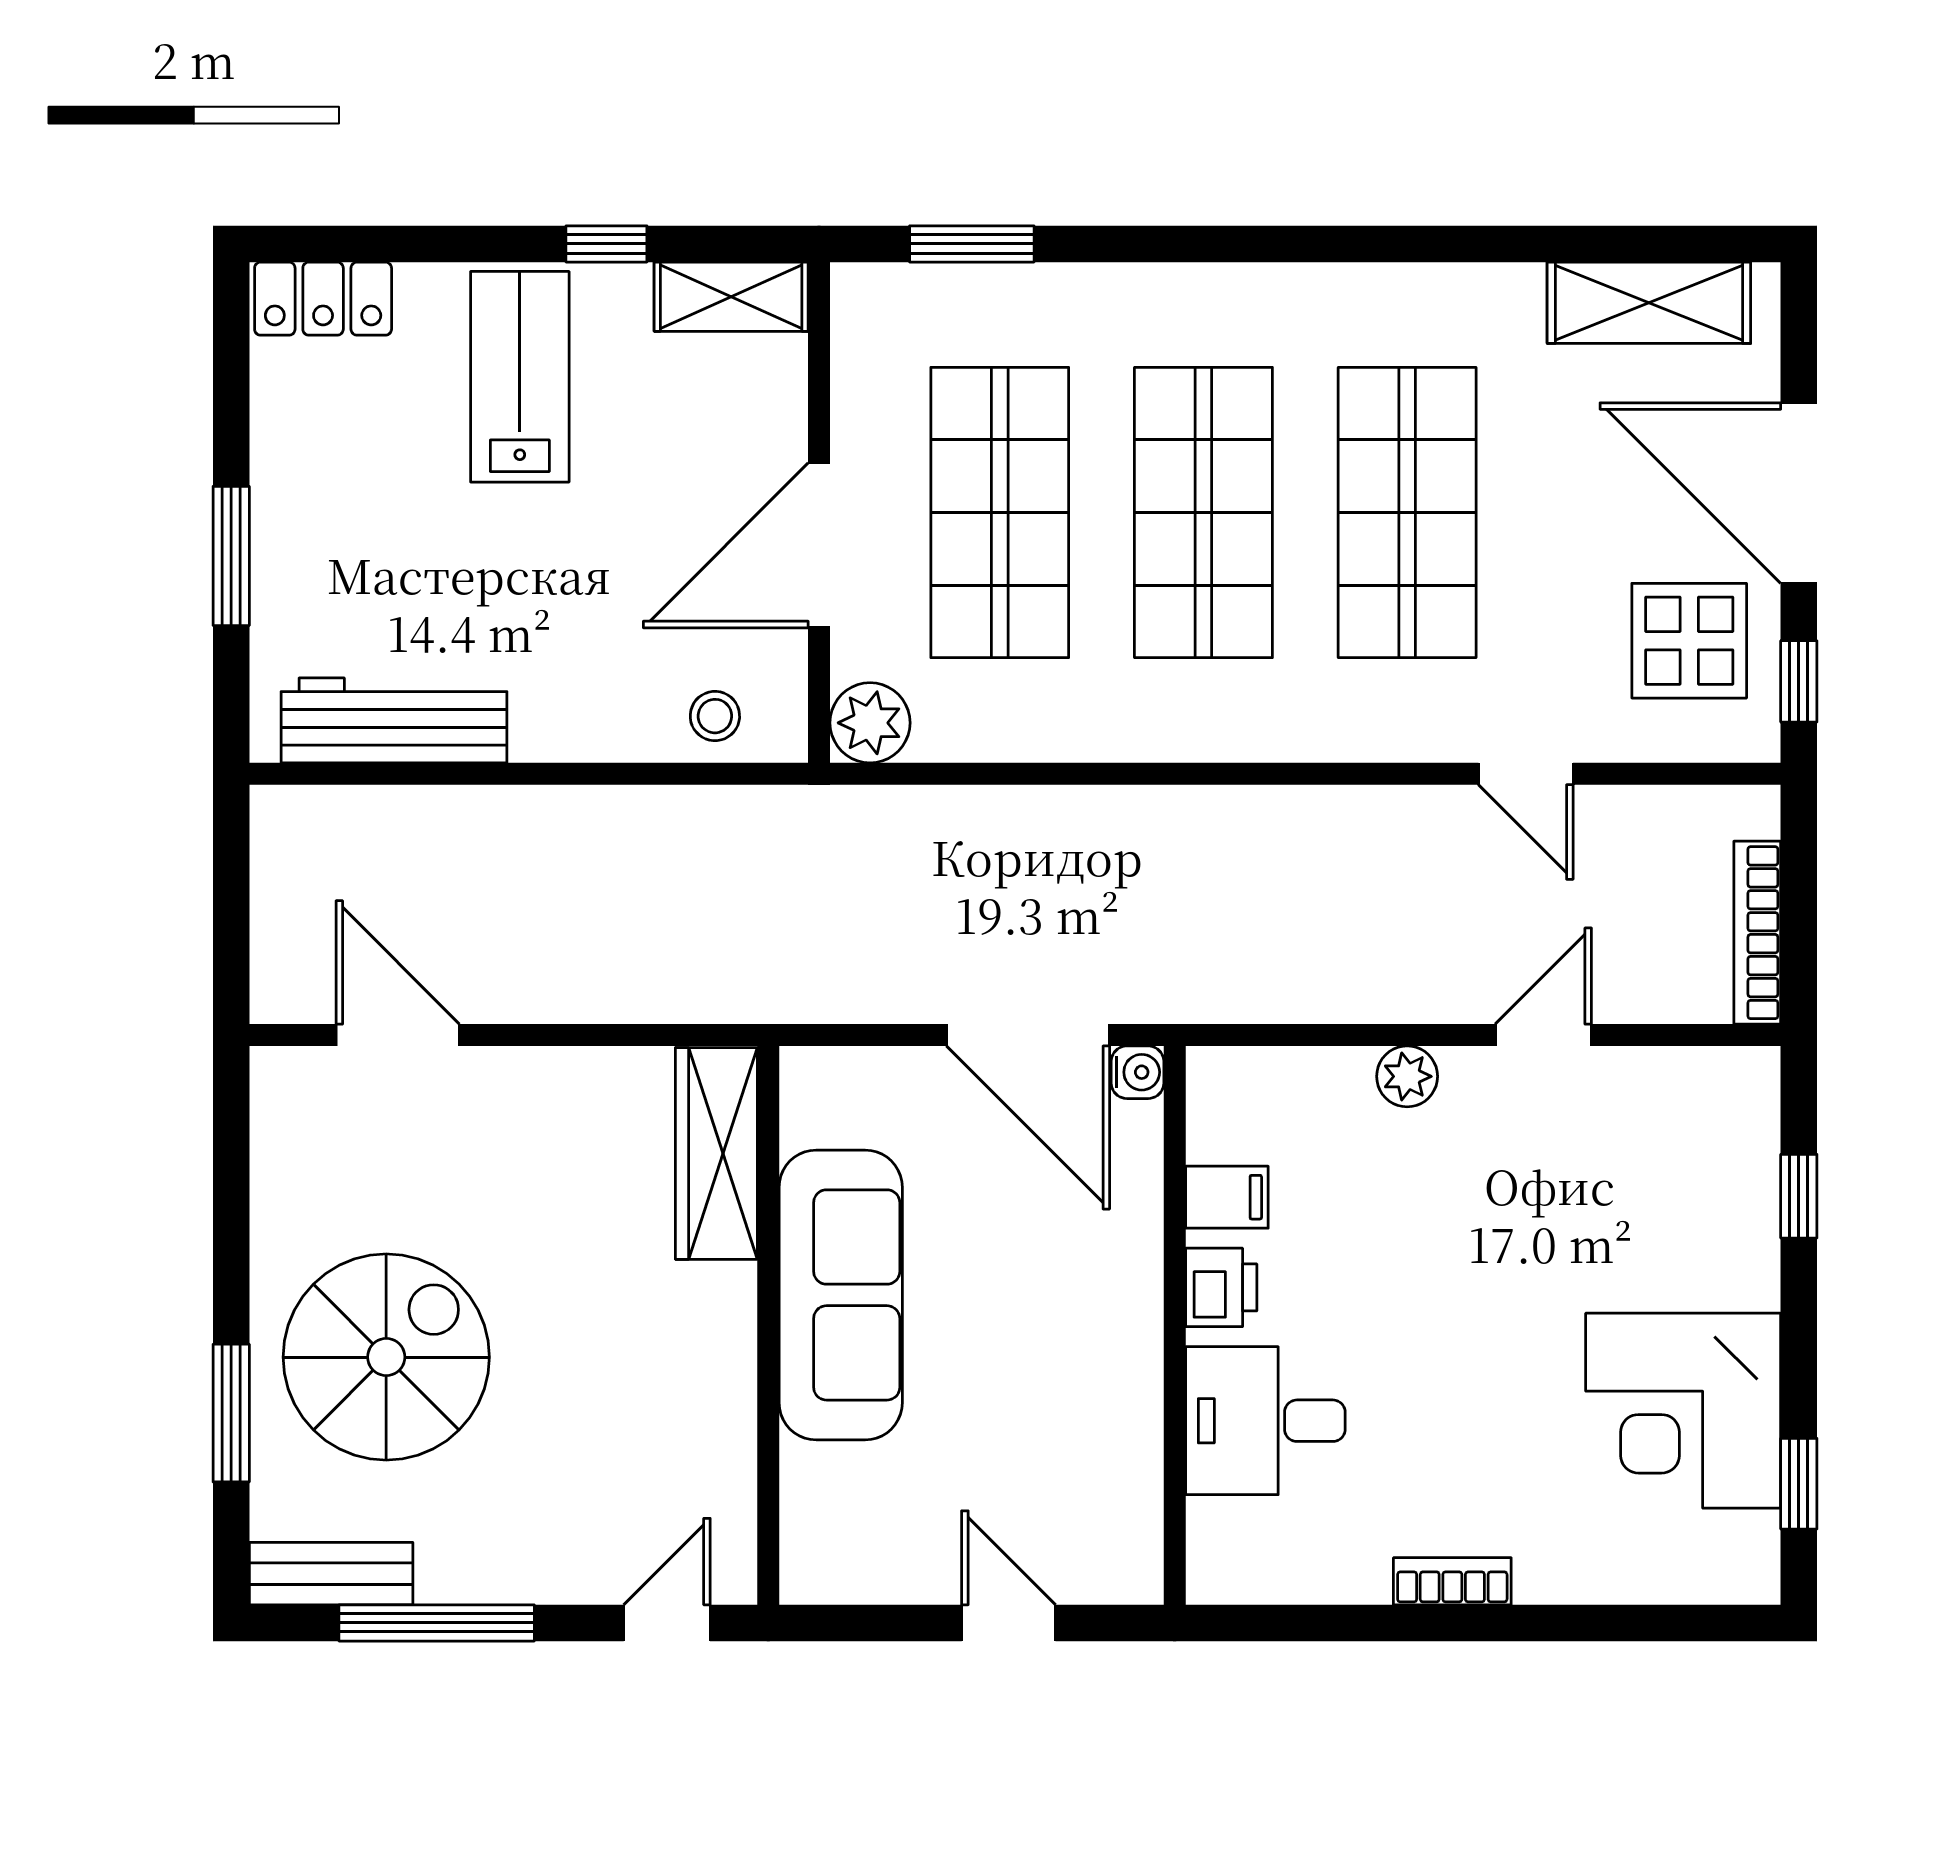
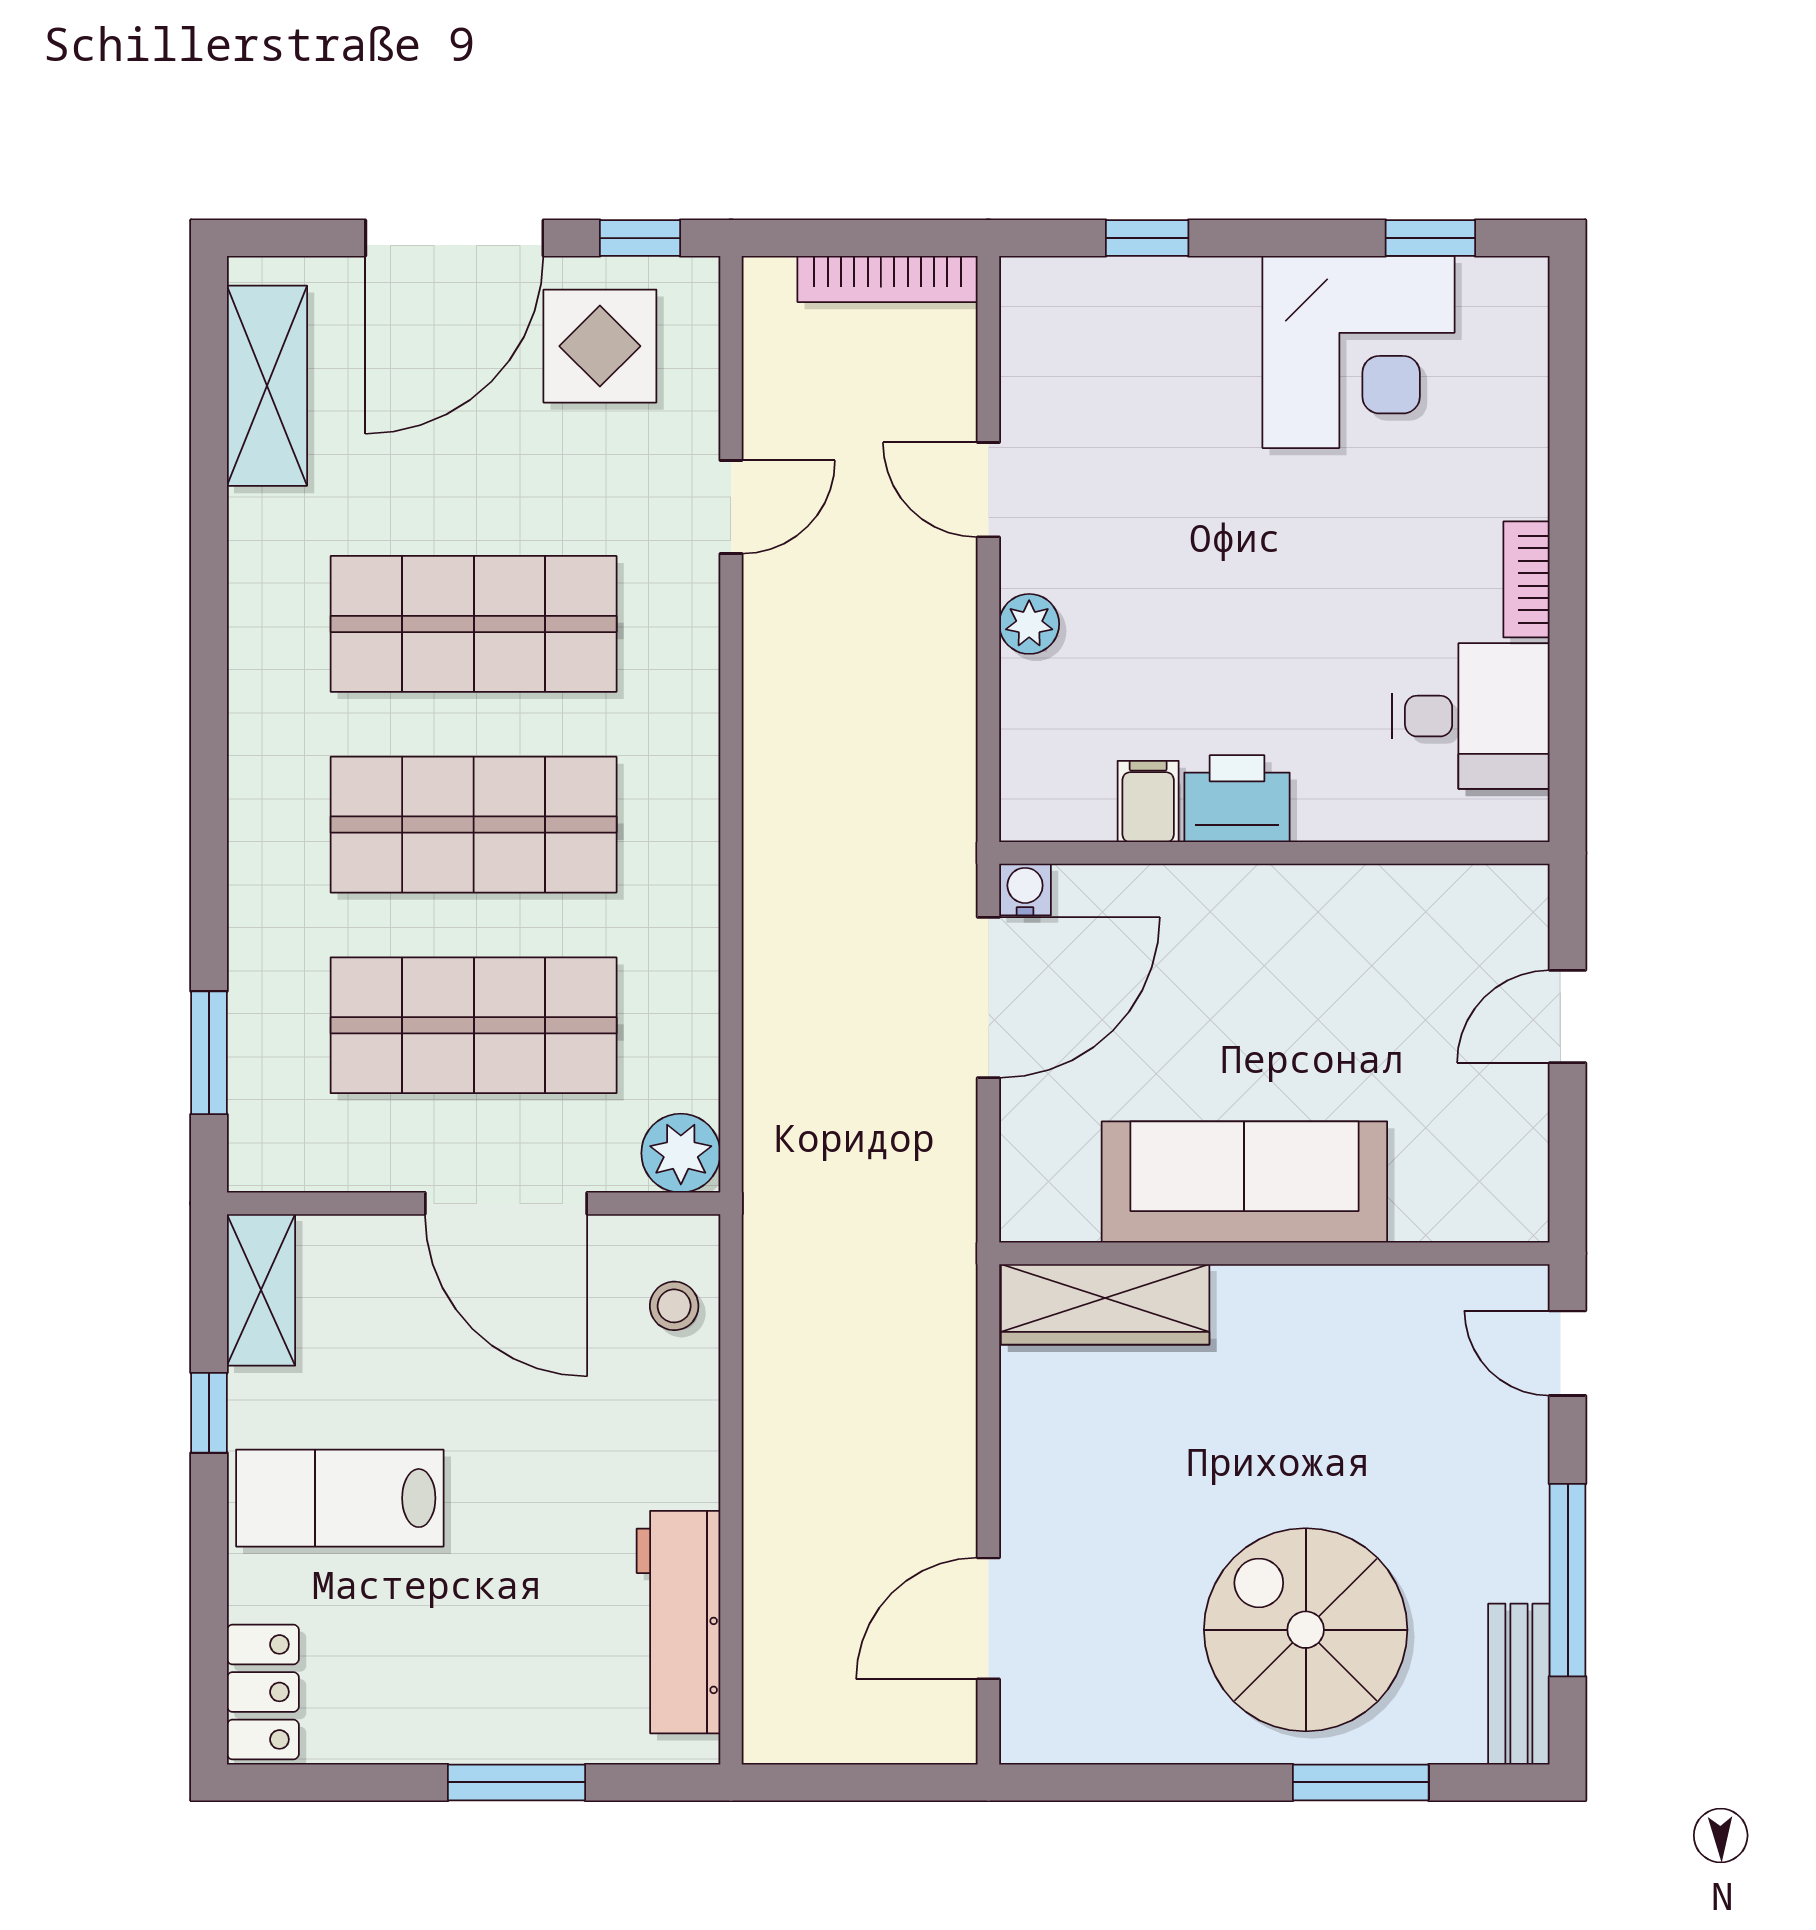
printer: (1221, 1287) -> (1237, 799), width x1.36, depth x1.24
desk: (1265, 1421) -> (1471, 716), moved, turned -90

